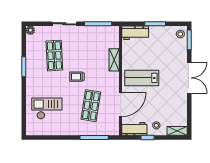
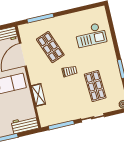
shop shelf: (91, 106) -> (50, 47), turned -30

